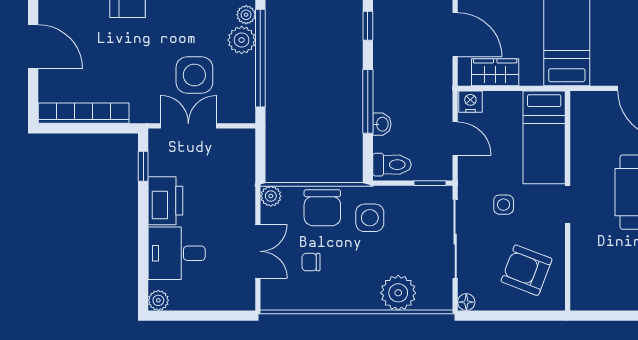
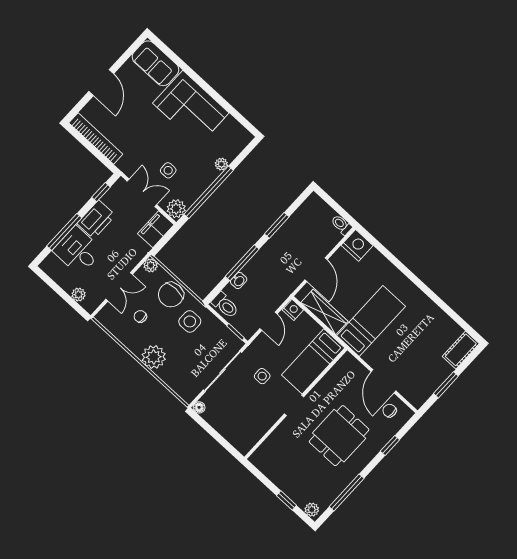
window: (368, 26) -> (277, 225), width x1.50
plant: (242, 40) -> (176, 209), moved
wardrobe: (495, 72) -> (324, 312), width x1.50
side table: (194, 75) -> (168, 170), width x0.54, depth x0.54
filing cabinet: (240, 152) -> (156, 229), added
window: (143, 247) -> (64, 232), added
armchair: (527, 270) -> (244, 419), removed
plant: (398, 293) -> (154, 357), moved
plant: (158, 300) -> (79, 295), moved

